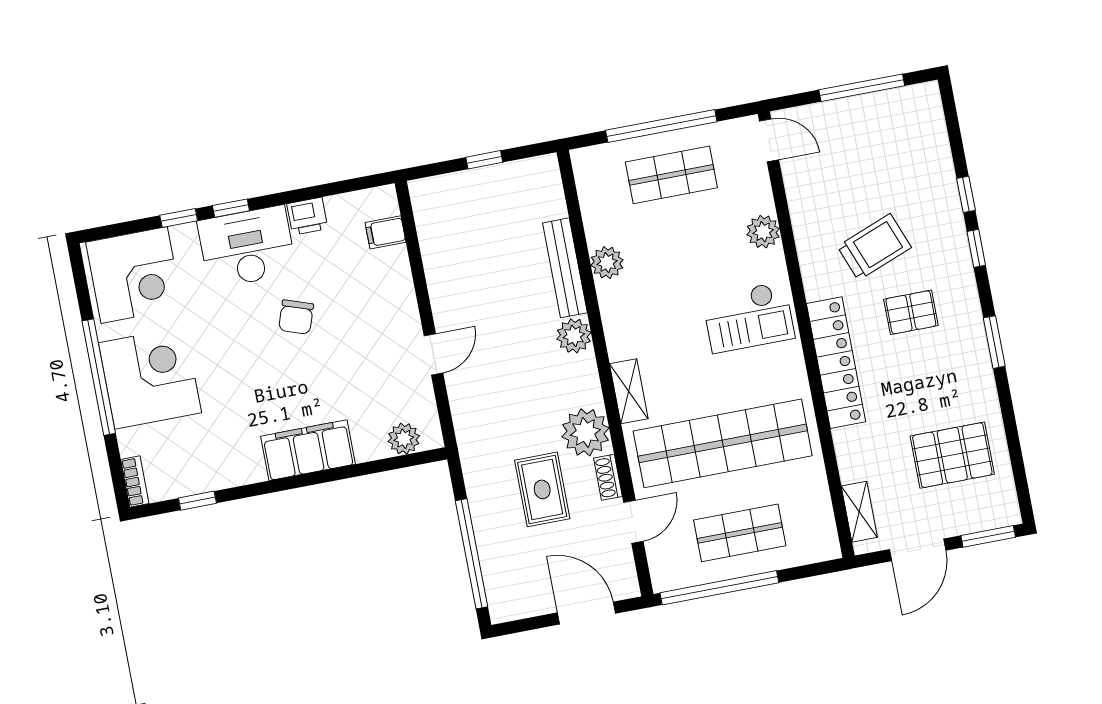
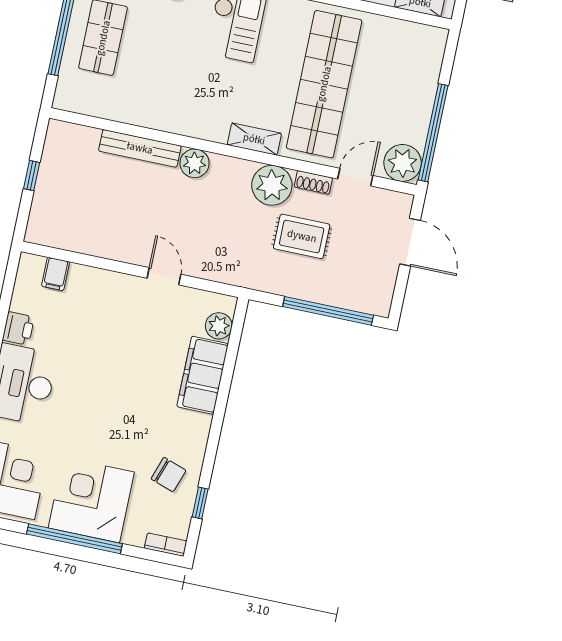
plant: (607, 263) -> (403, 163), moved, width x1.36, depth x1.36
chair: (296, 317) -> (169, 475), moved
filing cabinet: (308, 450) -> (203, 375), moved
door: (633, 522) -> (355, 177), hinge flipped
shop shelf: (740, 533) -> (398, 100), removed
door: (586, 613) -> (410, 242), swing flipped

